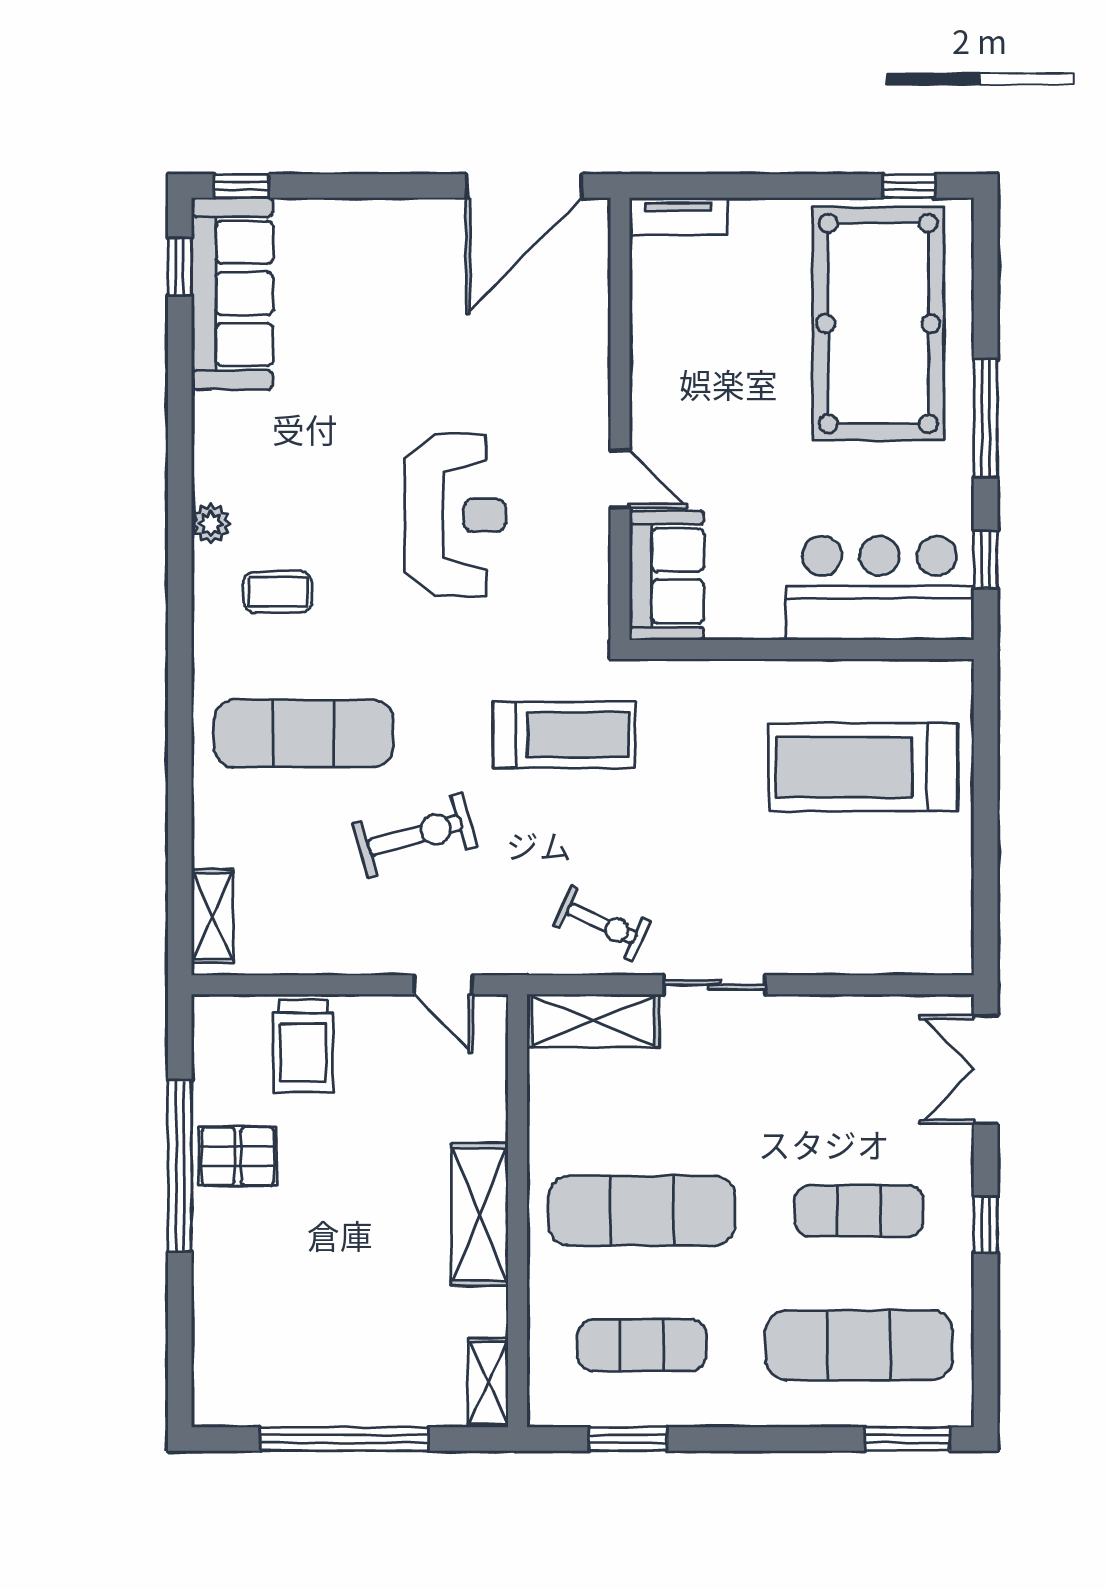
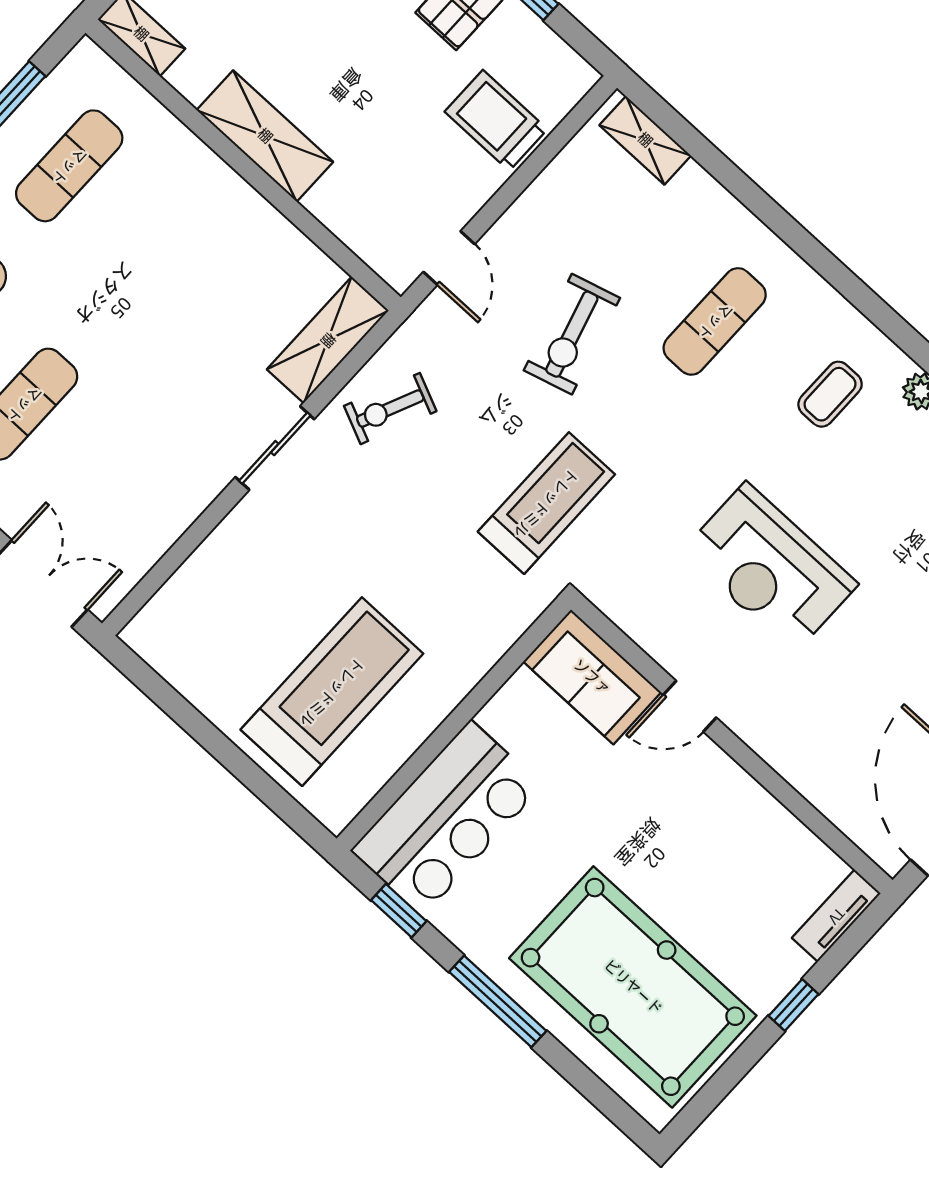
window: (909, 186) -> (793, 1005), moved
exercise mat: (304, 733) -> (715, 321), width x0.73, depth x0.69
treadmill: (564, 735) -> (546, 503), turned 180
door: (443, 985) -> (449, 258), swing flipped
exercise mat: (642, 1211) -> (163, 252), removed

